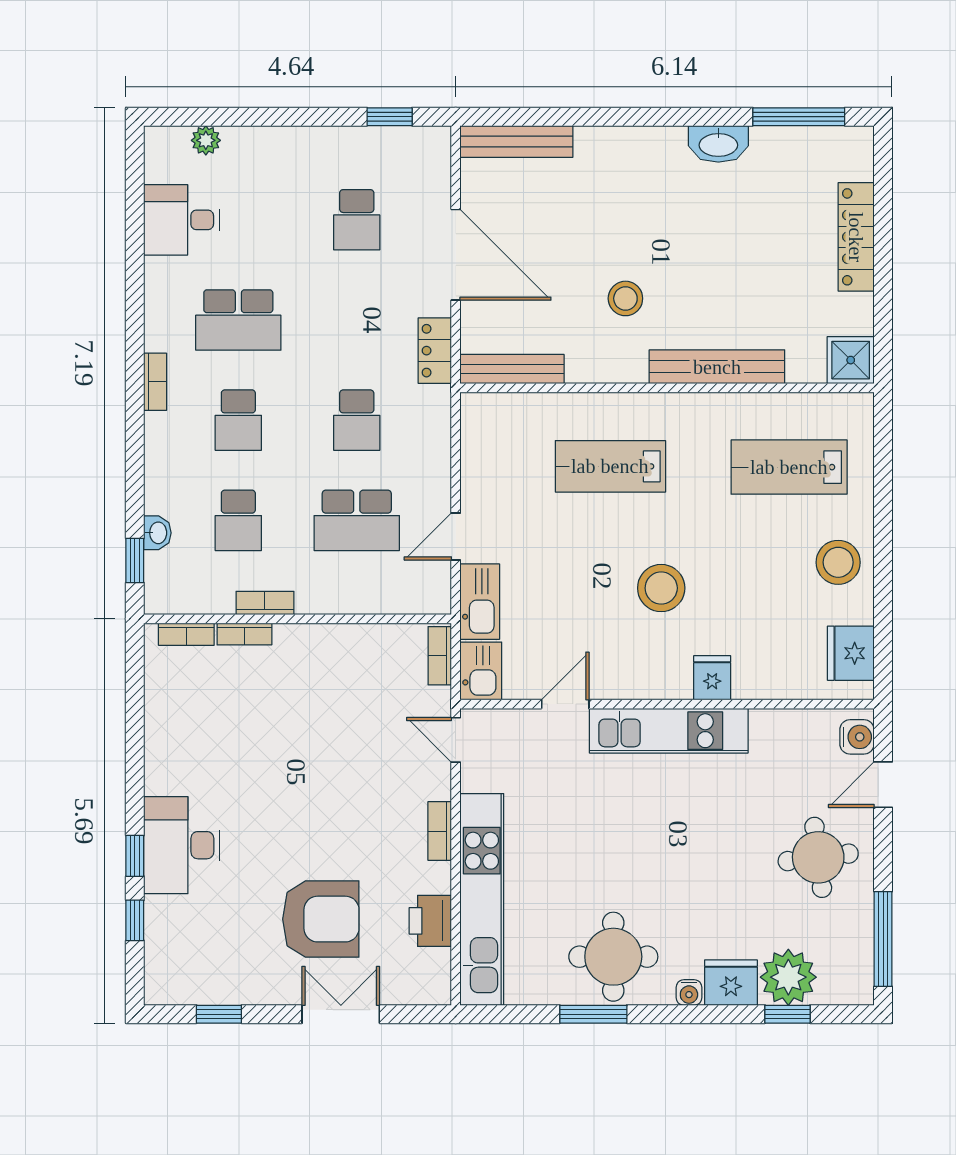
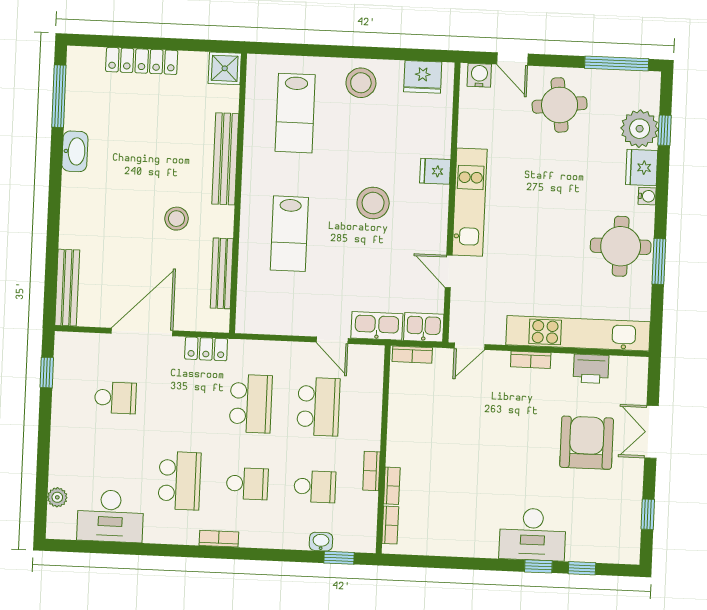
desk: (182, 220) -> (110, 516), width x1.37
bench: (512, 369) -> (222, 273), moved
school desk: (357, 420) -> (251, 404), width x1.85

